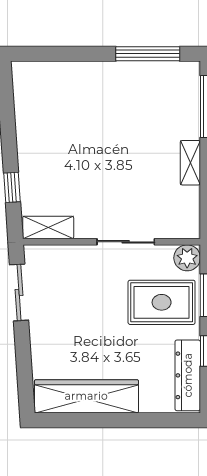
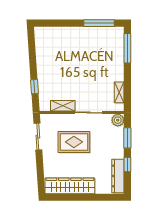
shelving: (190, 163) -> (119, 92), moved
shelving: (48, 227) -> (63, 106), moved
rug: (162, 302) -> (74, 142), moved

